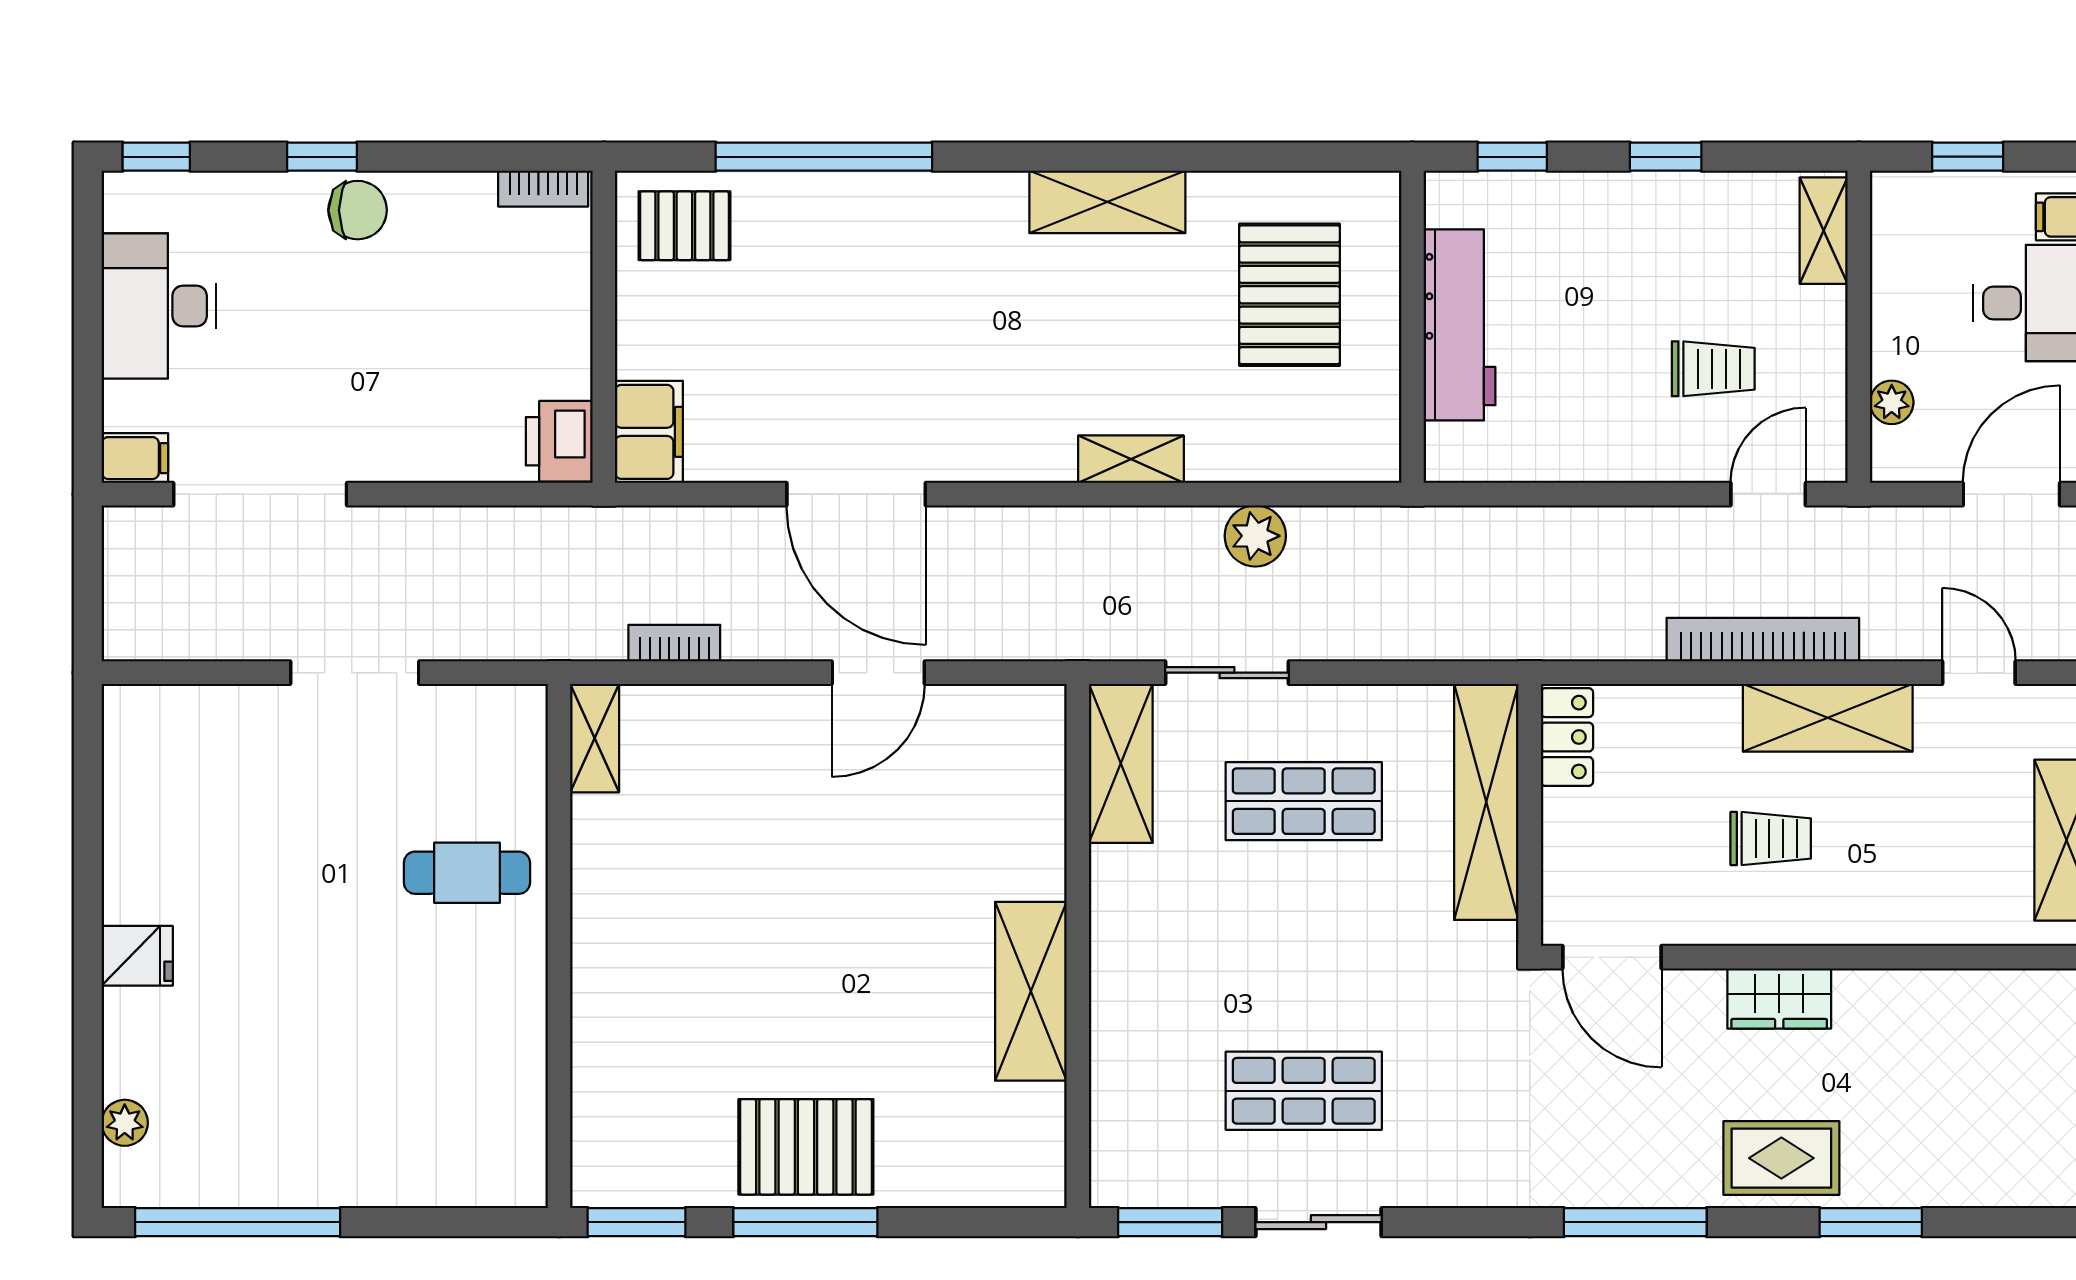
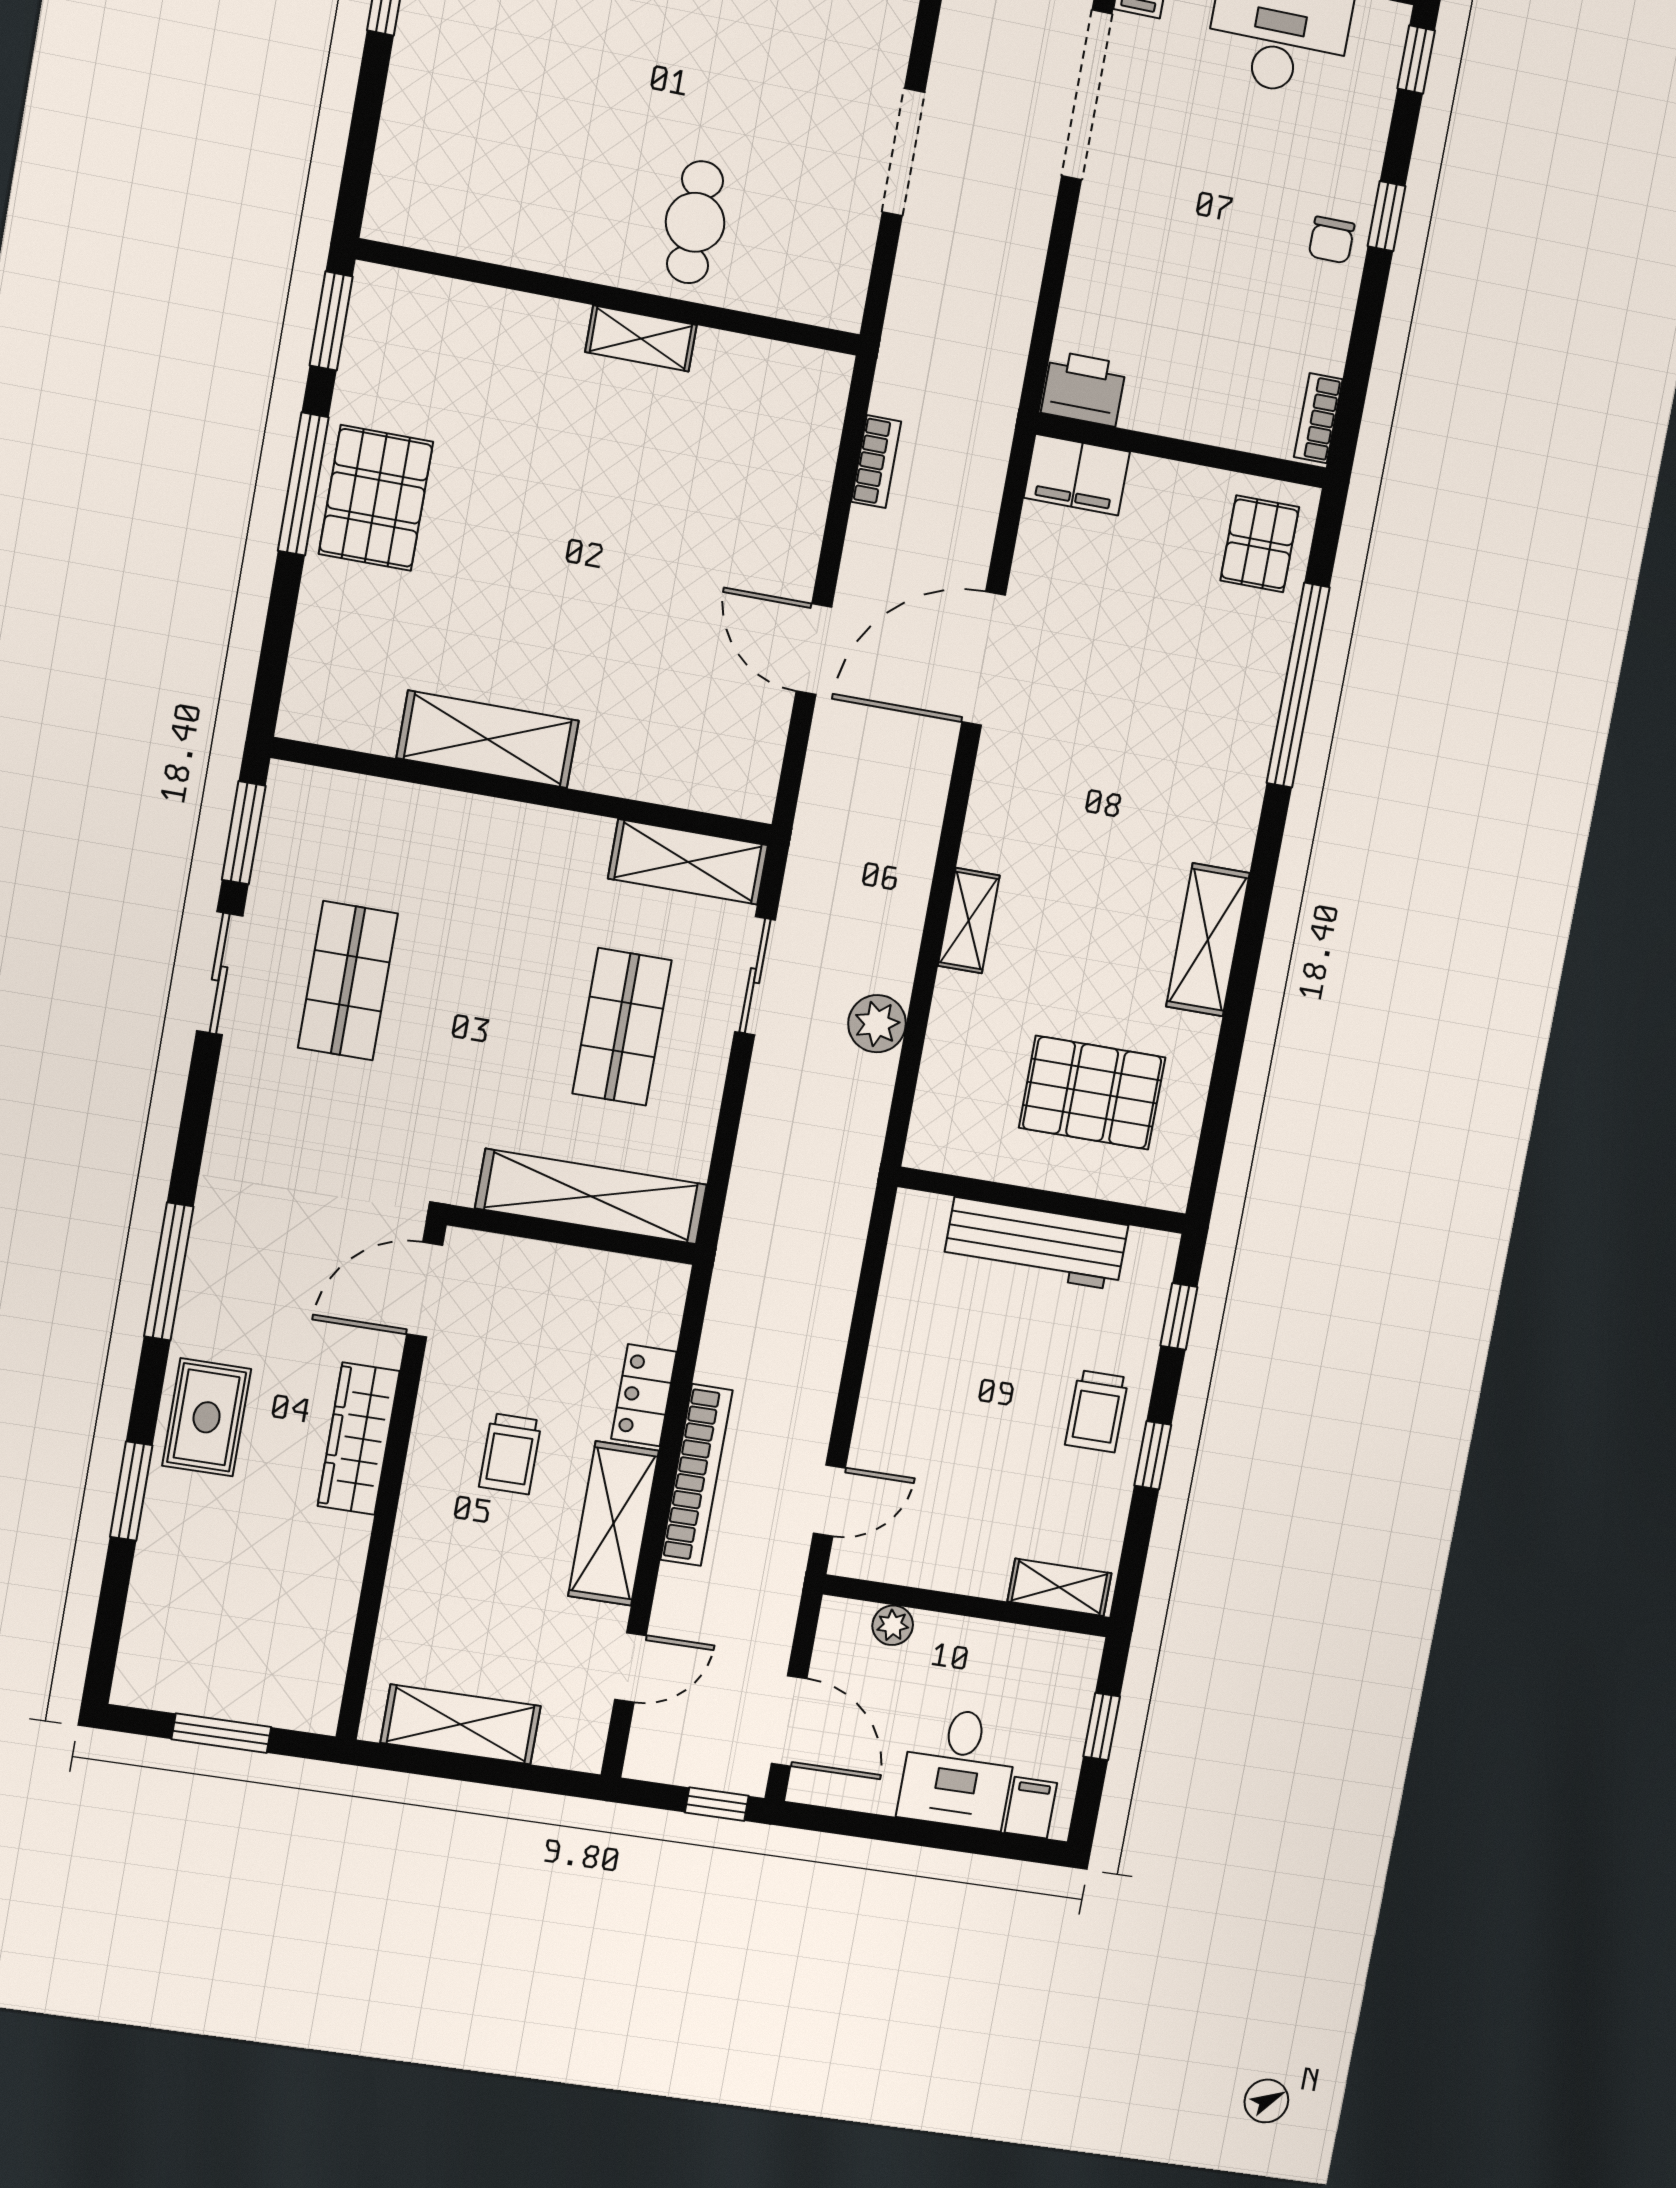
chair: (358, 210) -> (1332, 240), width x0.73, depth x0.73
trolley: (1713, 369) -> (1097, 1411), moved
door: (1768, 494) -> (829, 1501), hinge flipped
locker: (1567, 737) -> (644, 1395), moved, turned 90
shelving: (595, 738) -> (641, 338), moved
wardrobe: (1779, 998) -> (359, 1439), width x1.50

